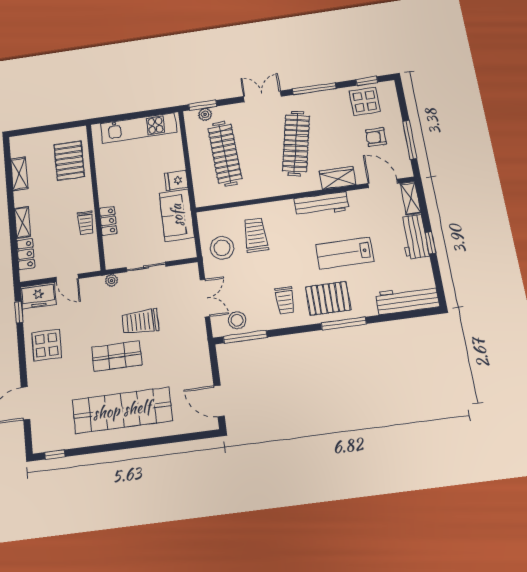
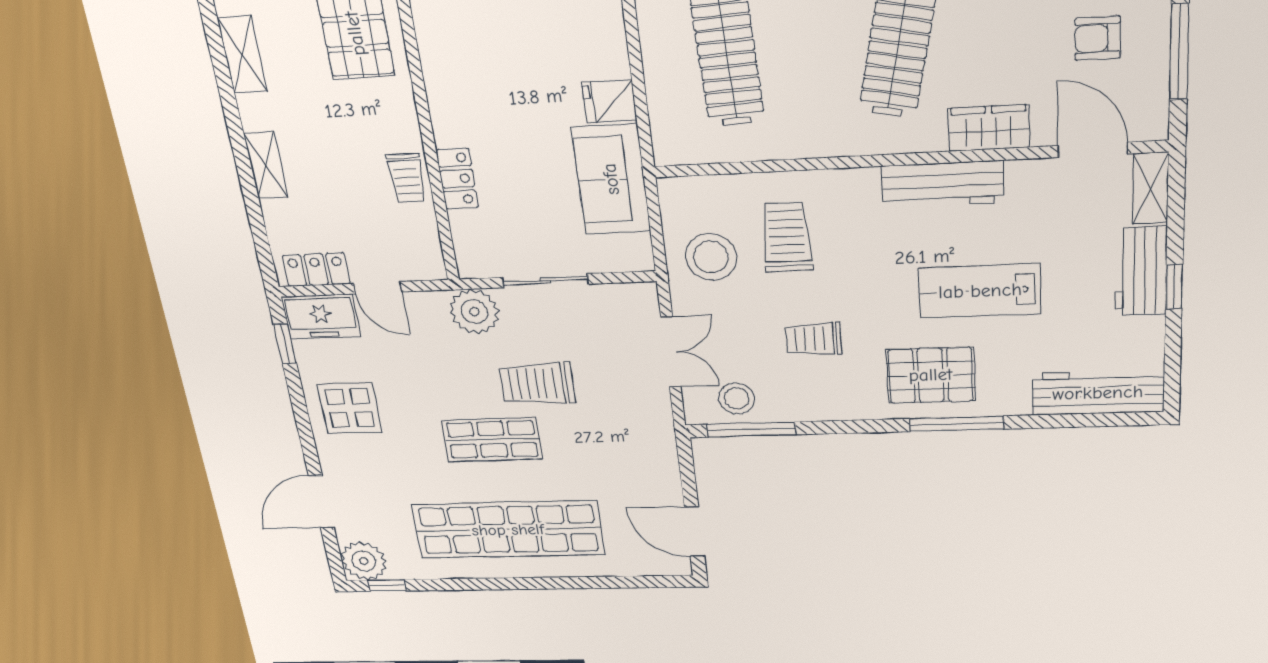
locker: (26, 254) -> (316, 270), moved, turned -90
plant: (111, 280) -> (474, 312), width x1.87, depth x1.87
trolley: (285, 300) -> (813, 339), moved, turned 90
plant: (44, 439) -> (364, 561), added

